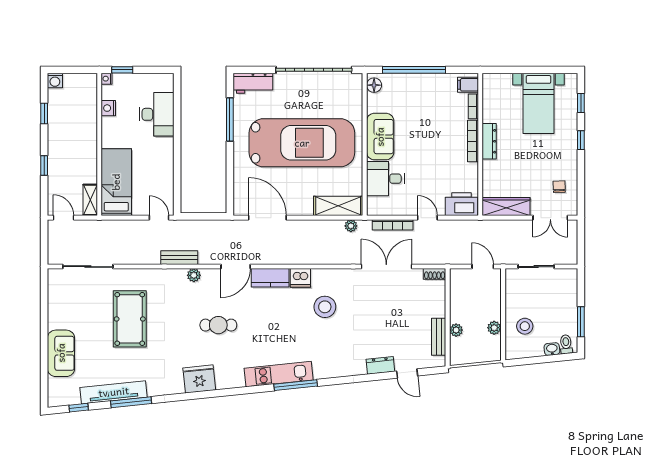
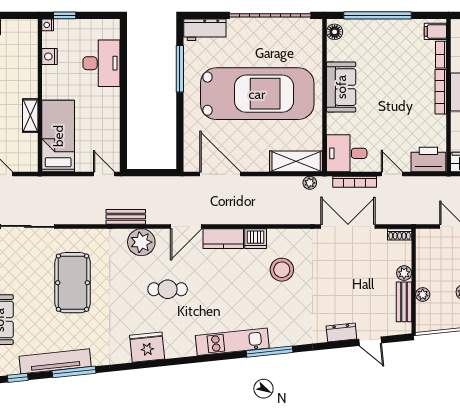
desk: (385, 179) -> (347, 153), moved
shelving: (90, 200) -> (30, 116), moved
plant: (194, 275) -> (141, 242), width x1.88, depth x1.88
plant: (439, 310) -> (404, 273), added
window: (296, 385) -> (270, 352), moved

